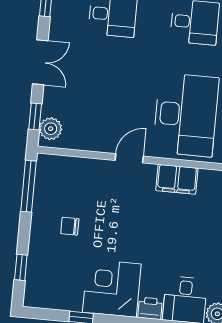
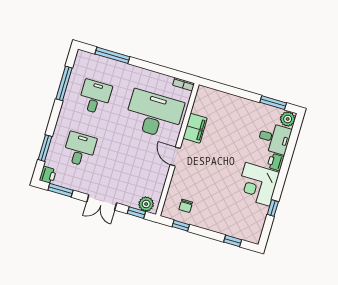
double door: (40, 62) -> (102, 202), swing flipped
window: (29, 186) -> (181, 226), width x0.46
chair: (70, 226) -> (186, 206), moved

